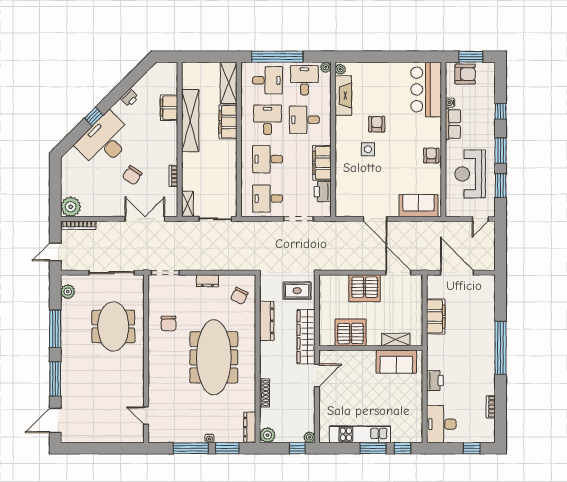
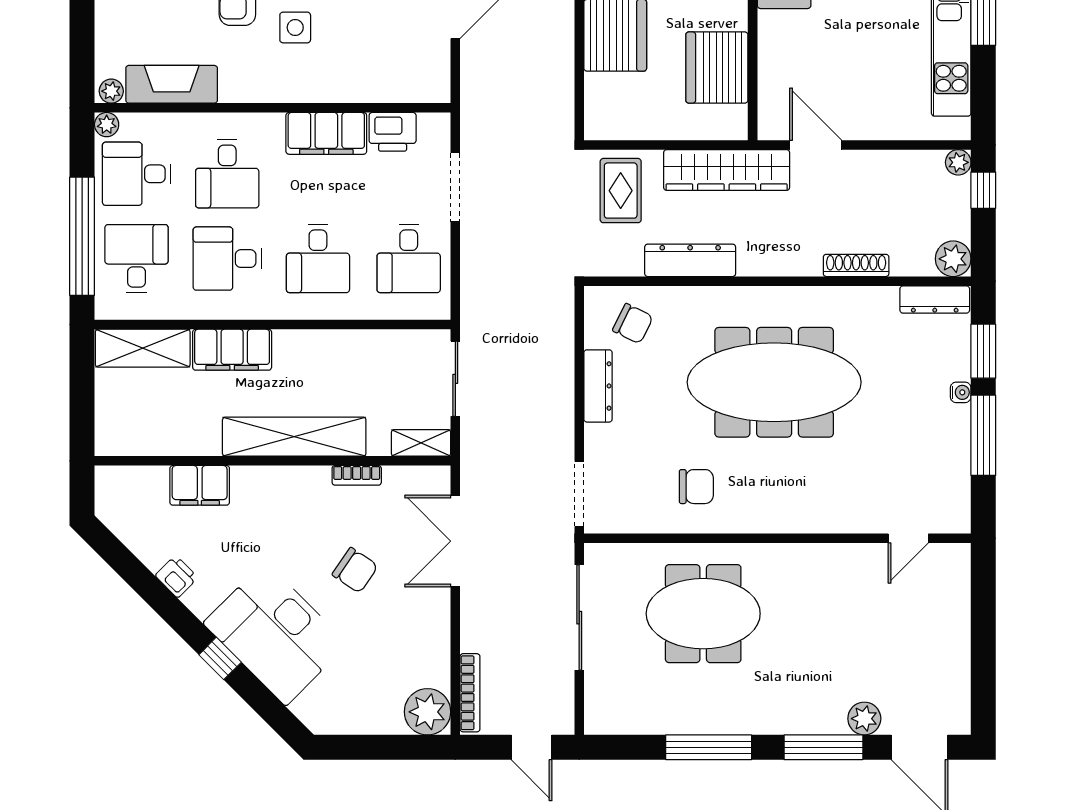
shelving: (190, 121) -> (294, 437), moved
dresser: (207, 281) -> (598, 386), width x1.44
plant: (68, 292) -> (864, 719), moved

